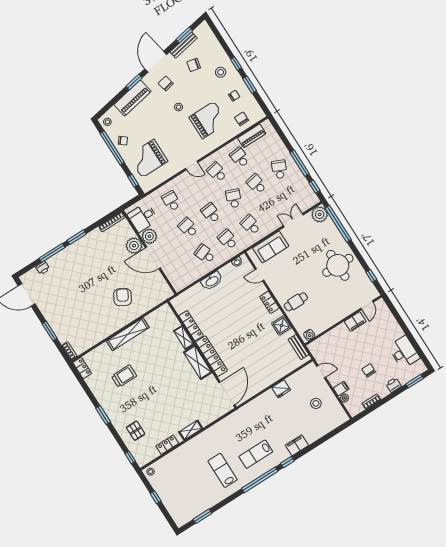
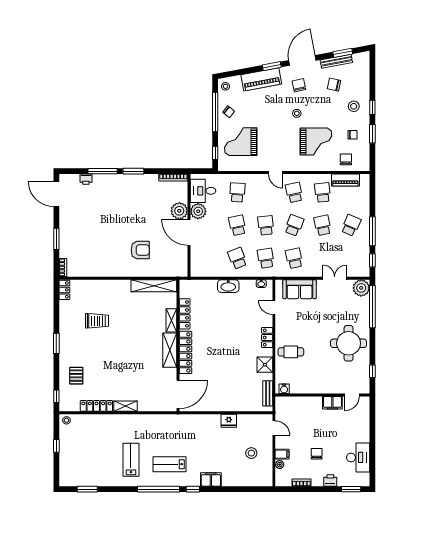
armchair: (123, 297) -> (140, 250), turned 60
shelving: (128, 334) -> (154, 286), moved
locker: (167, 445) -> (96, 406), width x1.53

